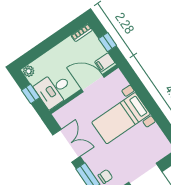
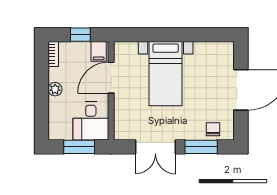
plant: (29, 71) -> (55, 89), moved
window: (31, 94) -> (79, 147), width x1.50
double door: (66, 146) -> (155, 147), swing flipped

